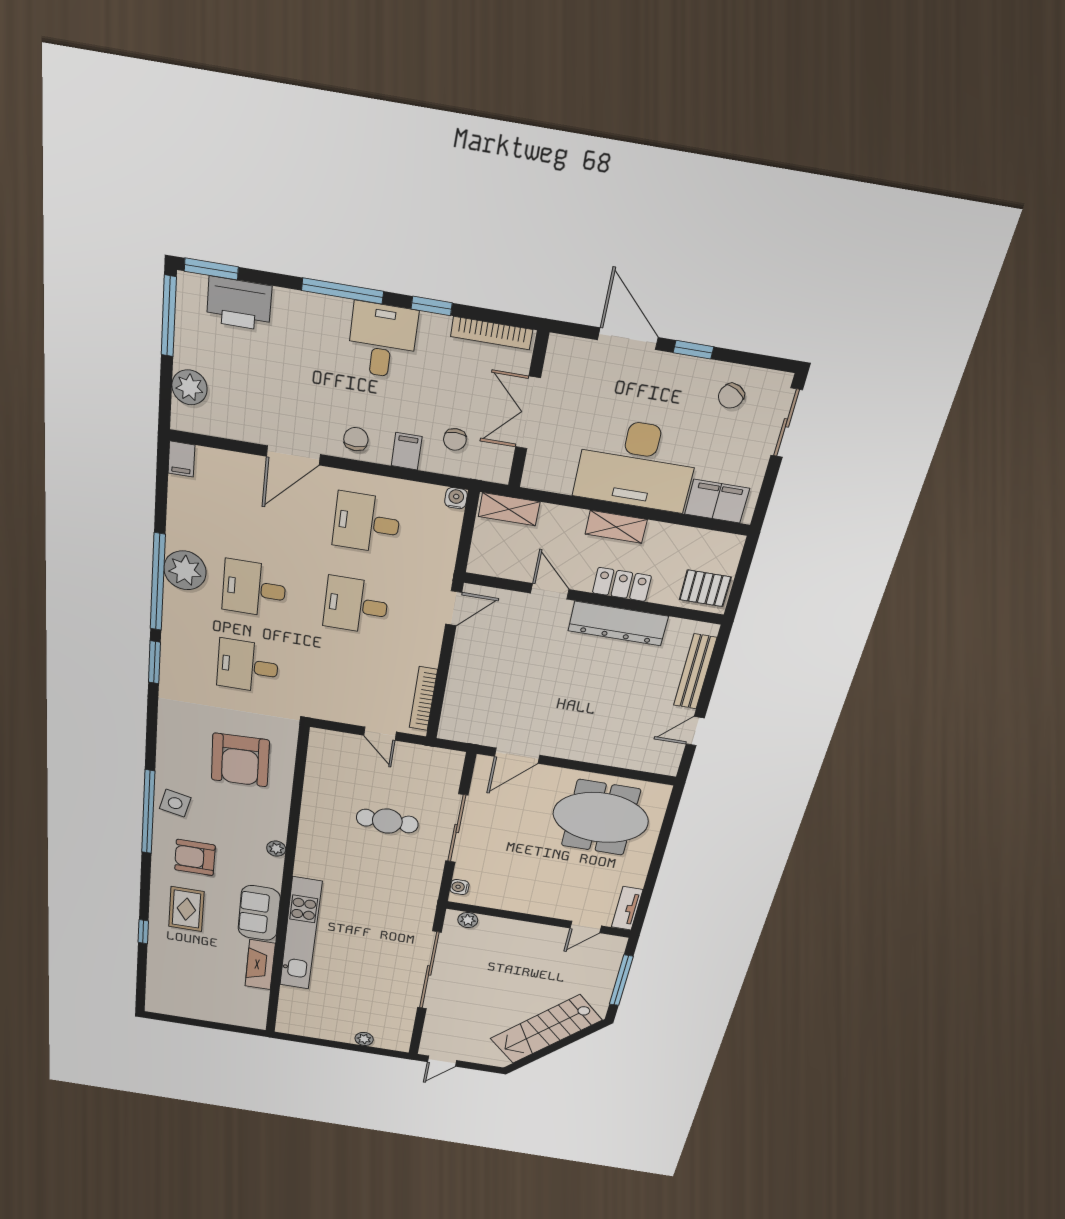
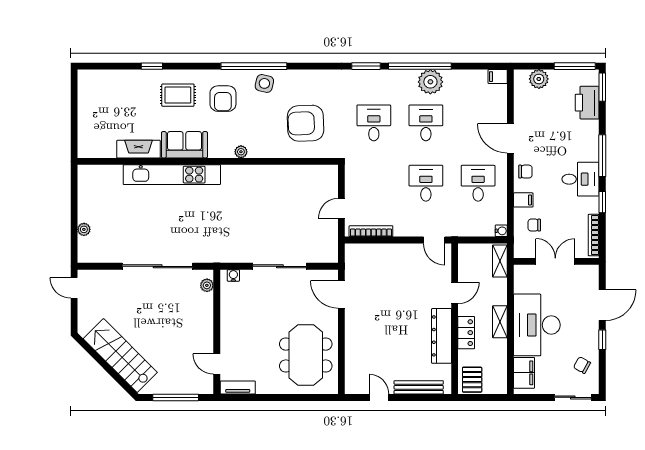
cafe table: (387, 821) -> (277, 221), removed
armchair: (195, 858) -> (223, 99), turned 180

